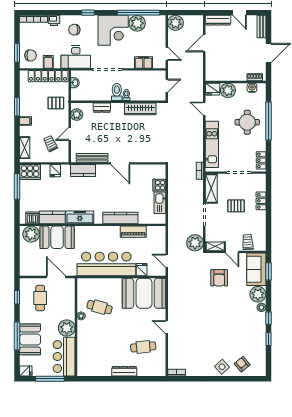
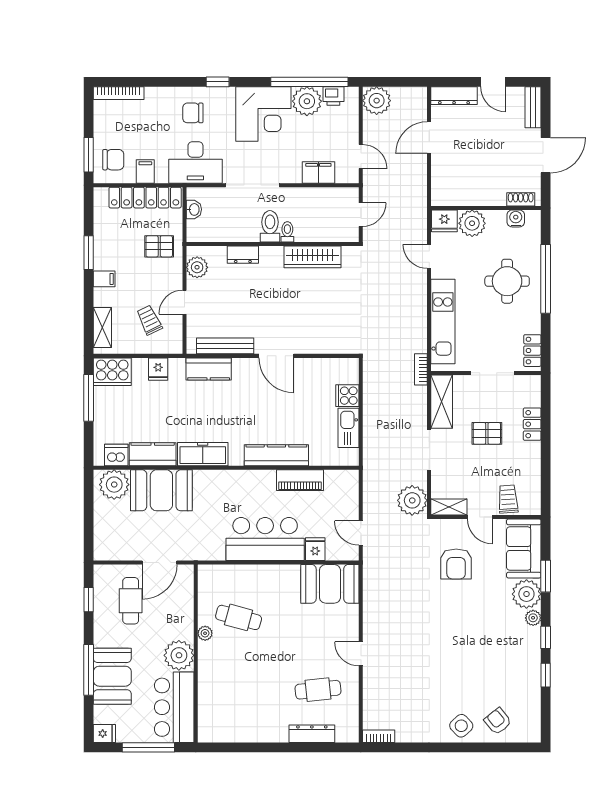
printer: (54, 20) -> (333, 96), moved
bar counter: (106, 264) -> (265, 539), width x0.73
window: (268, 271) -> (546, 576), moved
door: (56, 277) -> (160, 563), swing flipped
booth: (144, 293) -> (330, 584), width x0.73, depth x0.70
dresser: (124, 371) -> (312, 734), moved

